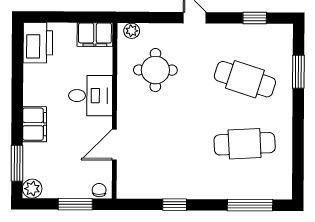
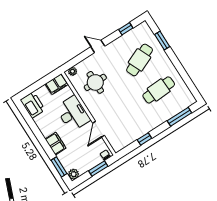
cafe table: (245, 79) -> (140, 60), turned -42
desk: (91, 96) -> (73, 114), width x1.37

